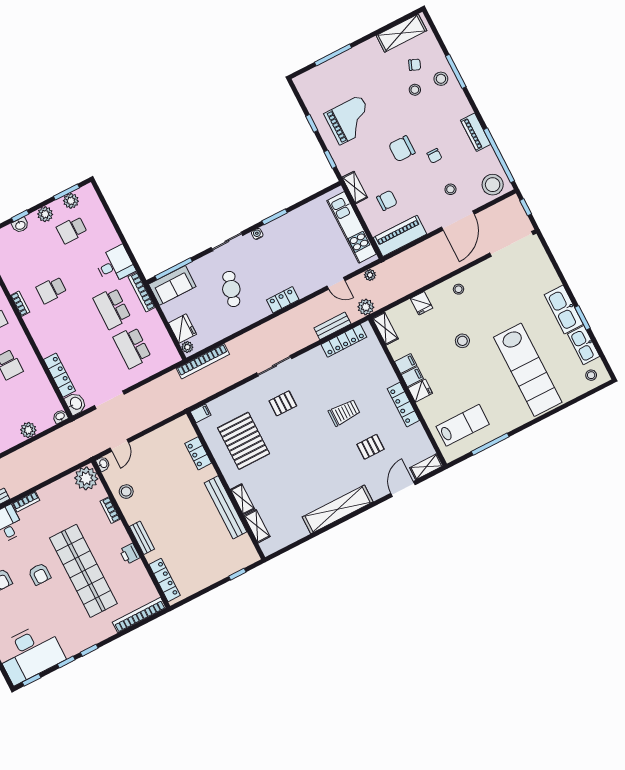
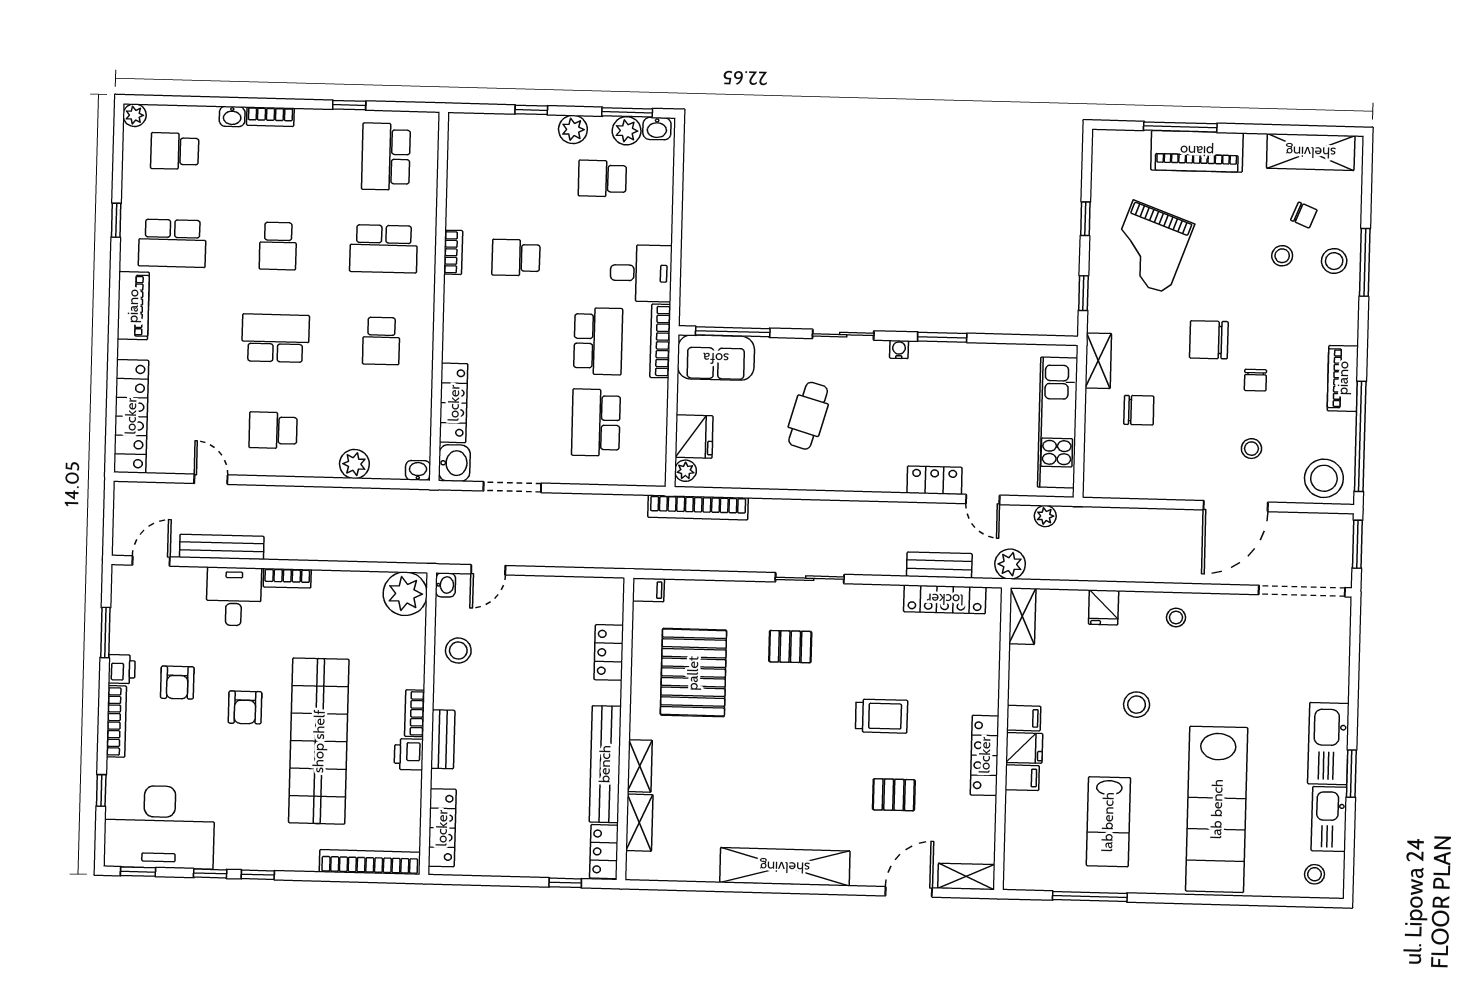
grand piano: (350, 120) -> (1150, 247), turned 110
window: (526, 207) -> (1357, 544), width x1.50
washbasin: (20, 225) -> (657, 129), moved
piano: (400, 236) -> (1197, 151), moved, turned 180
locker: (283, 300) -> (934, 480), moved
school desk: (112, 308) -> (598, 341), turned 180
filing cabinet: (406, 363) -> (1022, 778), moved
lab bench: (463, 425) -> (1108, 822), moved, turned 90
bookcase: (110, 510) -> (415, 713), moved
locker: (248, 549) -> (604, 852), added

